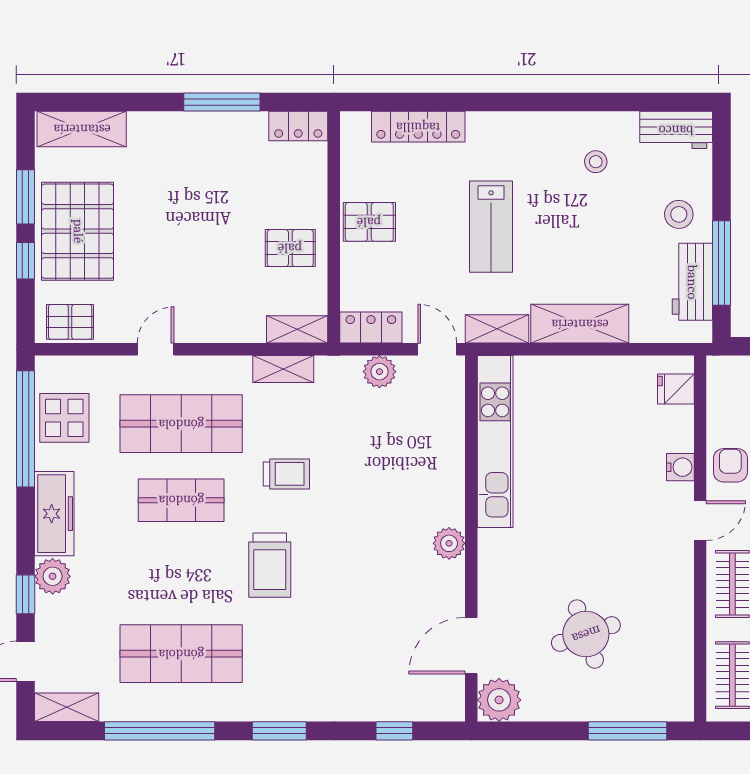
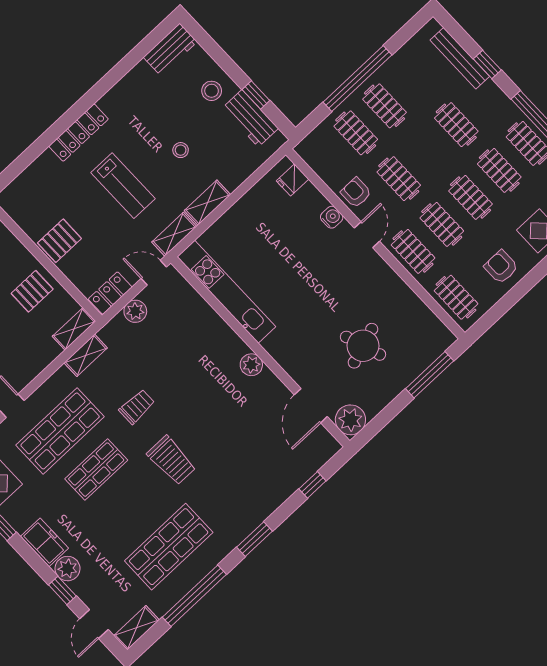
locker: (418, 127) -> (79, 133), moved
stool: (596, 162) -> (181, 150), moved
window: (722, 263) -> (256, 95), width x0.46
shelving: (580, 324) -> (207, 203), width x0.67, depth x0.75
freezer: (54, 514) -> (44, 542), width x0.71

